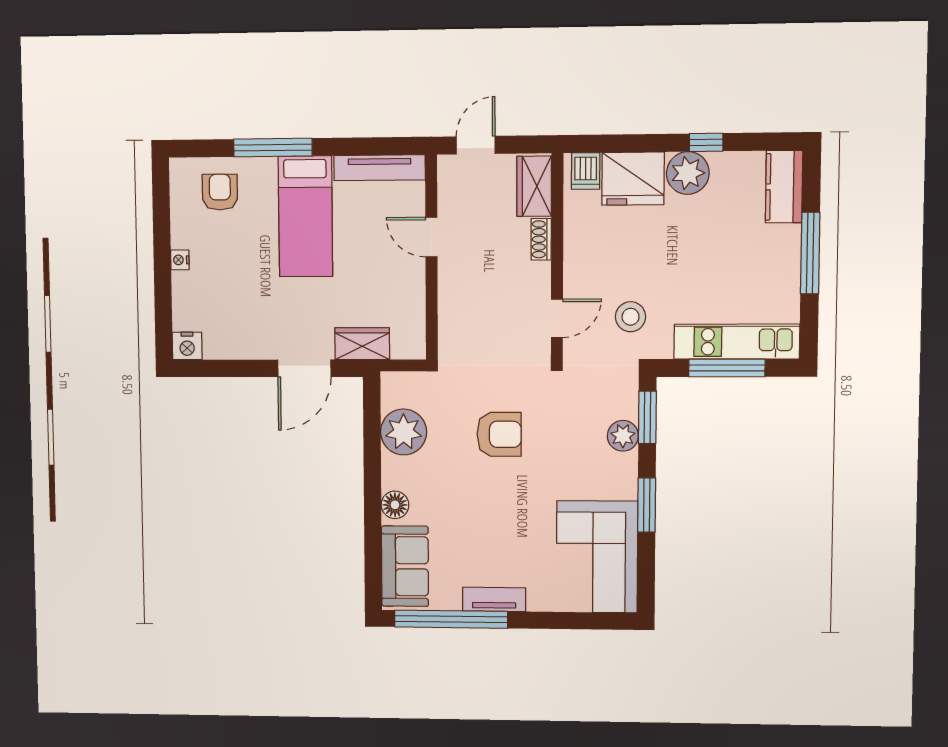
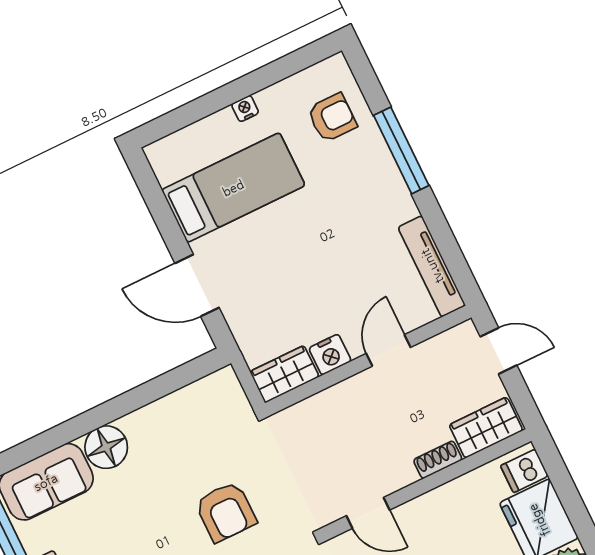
bed: (305, 216) -> (233, 188), moved, turned 180
wardrobe: (362, 344) -> (284, 374), moved, turned -90
nightstand: (187, 346) -> (330, 355), moved, turned -90
plant: (404, 432) -> (181, 415), removed
floor lamp: (395, 505) -> (106, 447), width x1.38, depth x1.38

